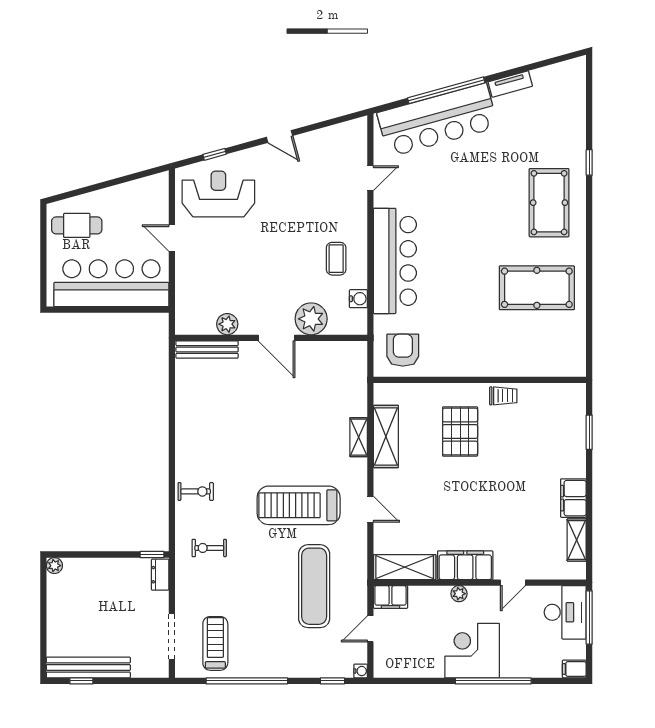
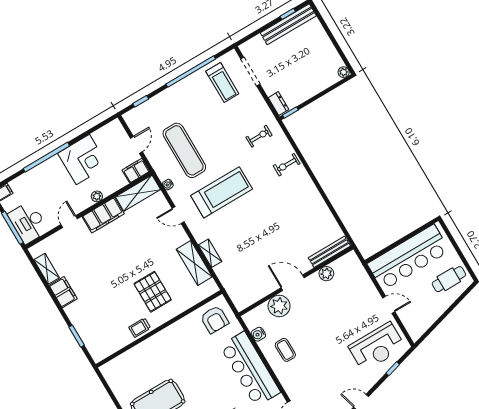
corner desk: (472, 651) -> (83, 160), moved
water cooler: (361, 671) -> (168, 185), moved

